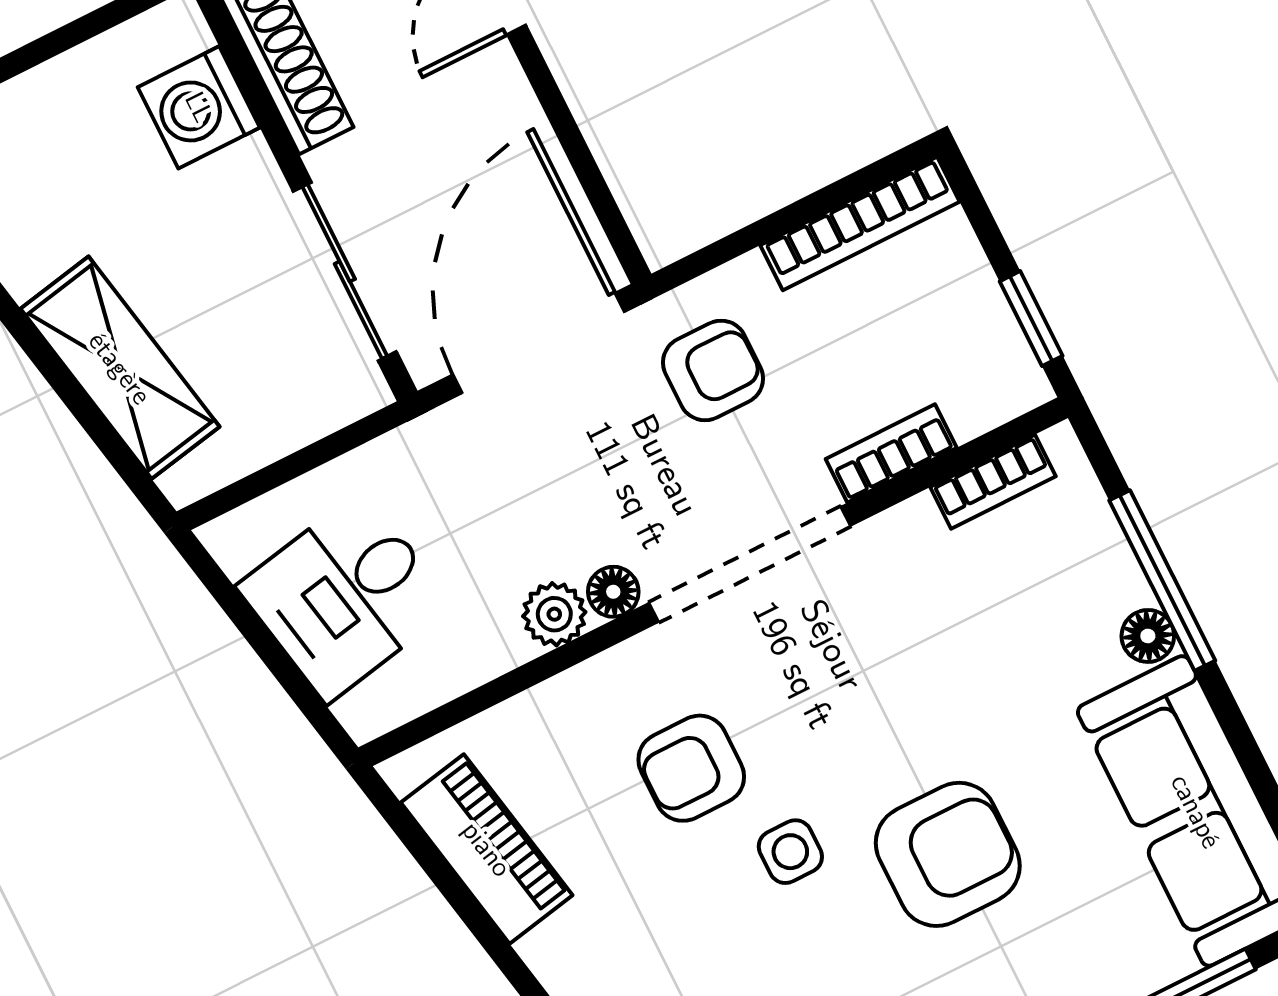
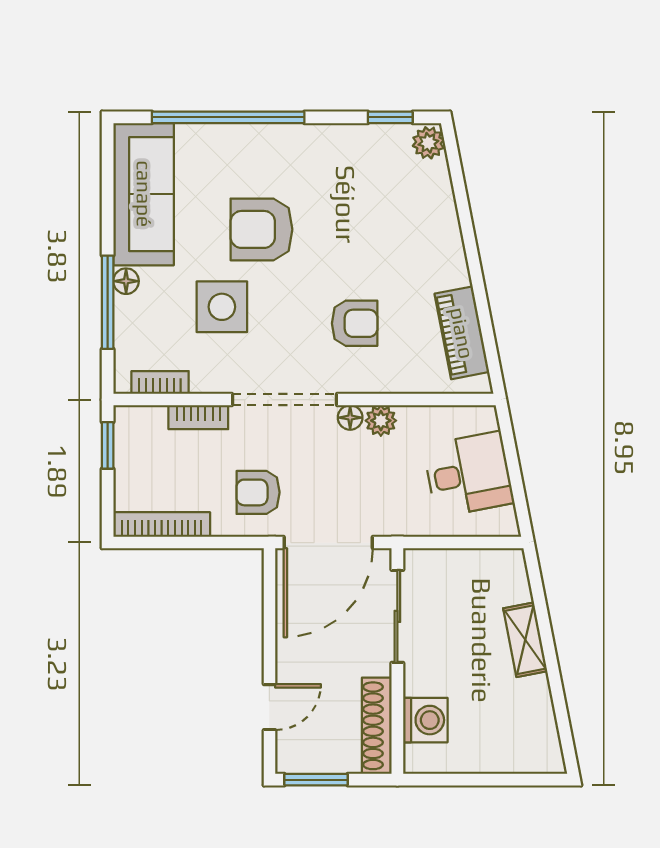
shelving: (120, 368) -> (525, 640), width x0.67, depth x0.75
side table: (790, 852) -> (222, 307), moved, width x1.87, depth x1.87

